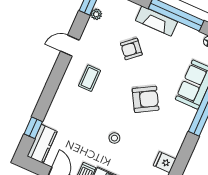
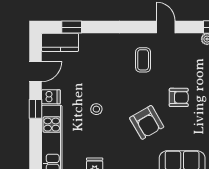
armchair: (131, 49) -> (179, 97), moved, turned 131
coffee table: (90, 78) -> (143, 60), turned 90

